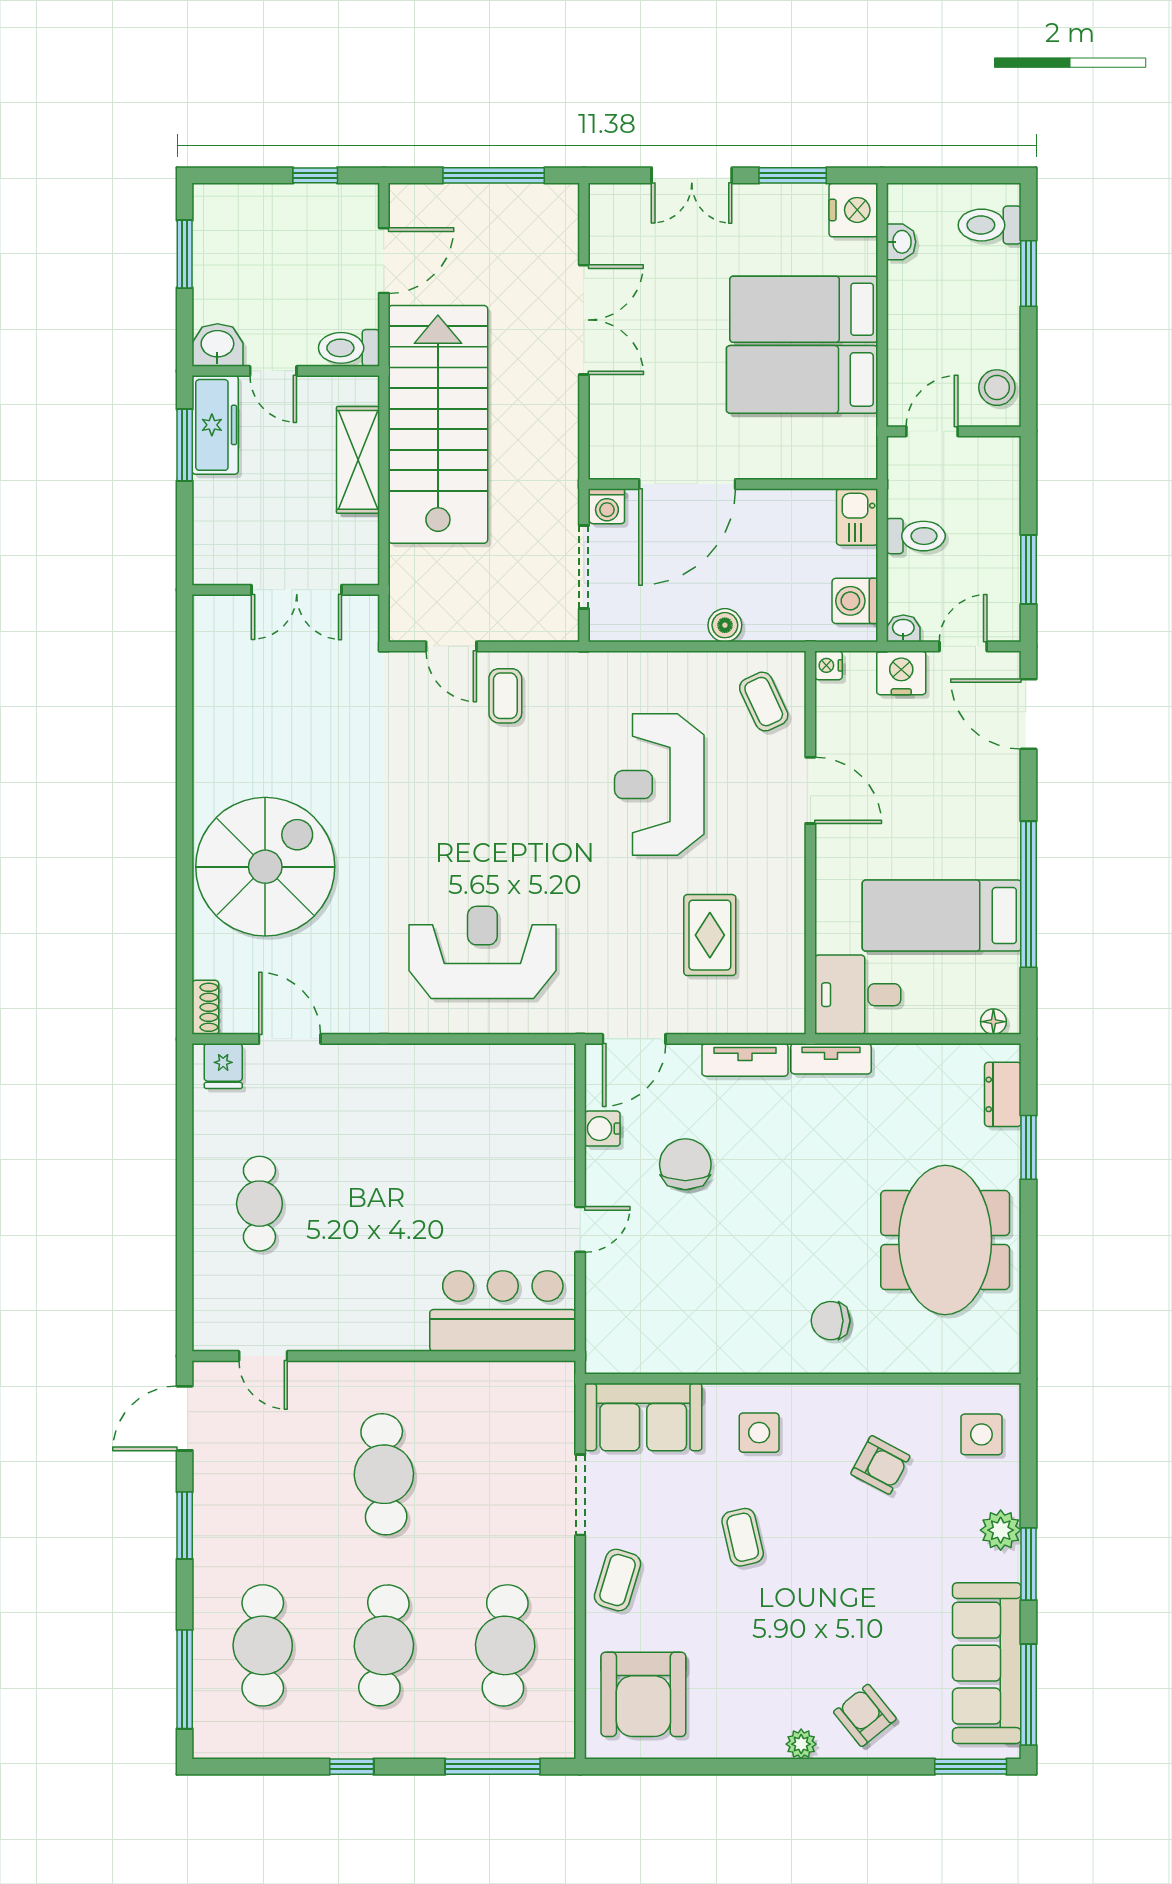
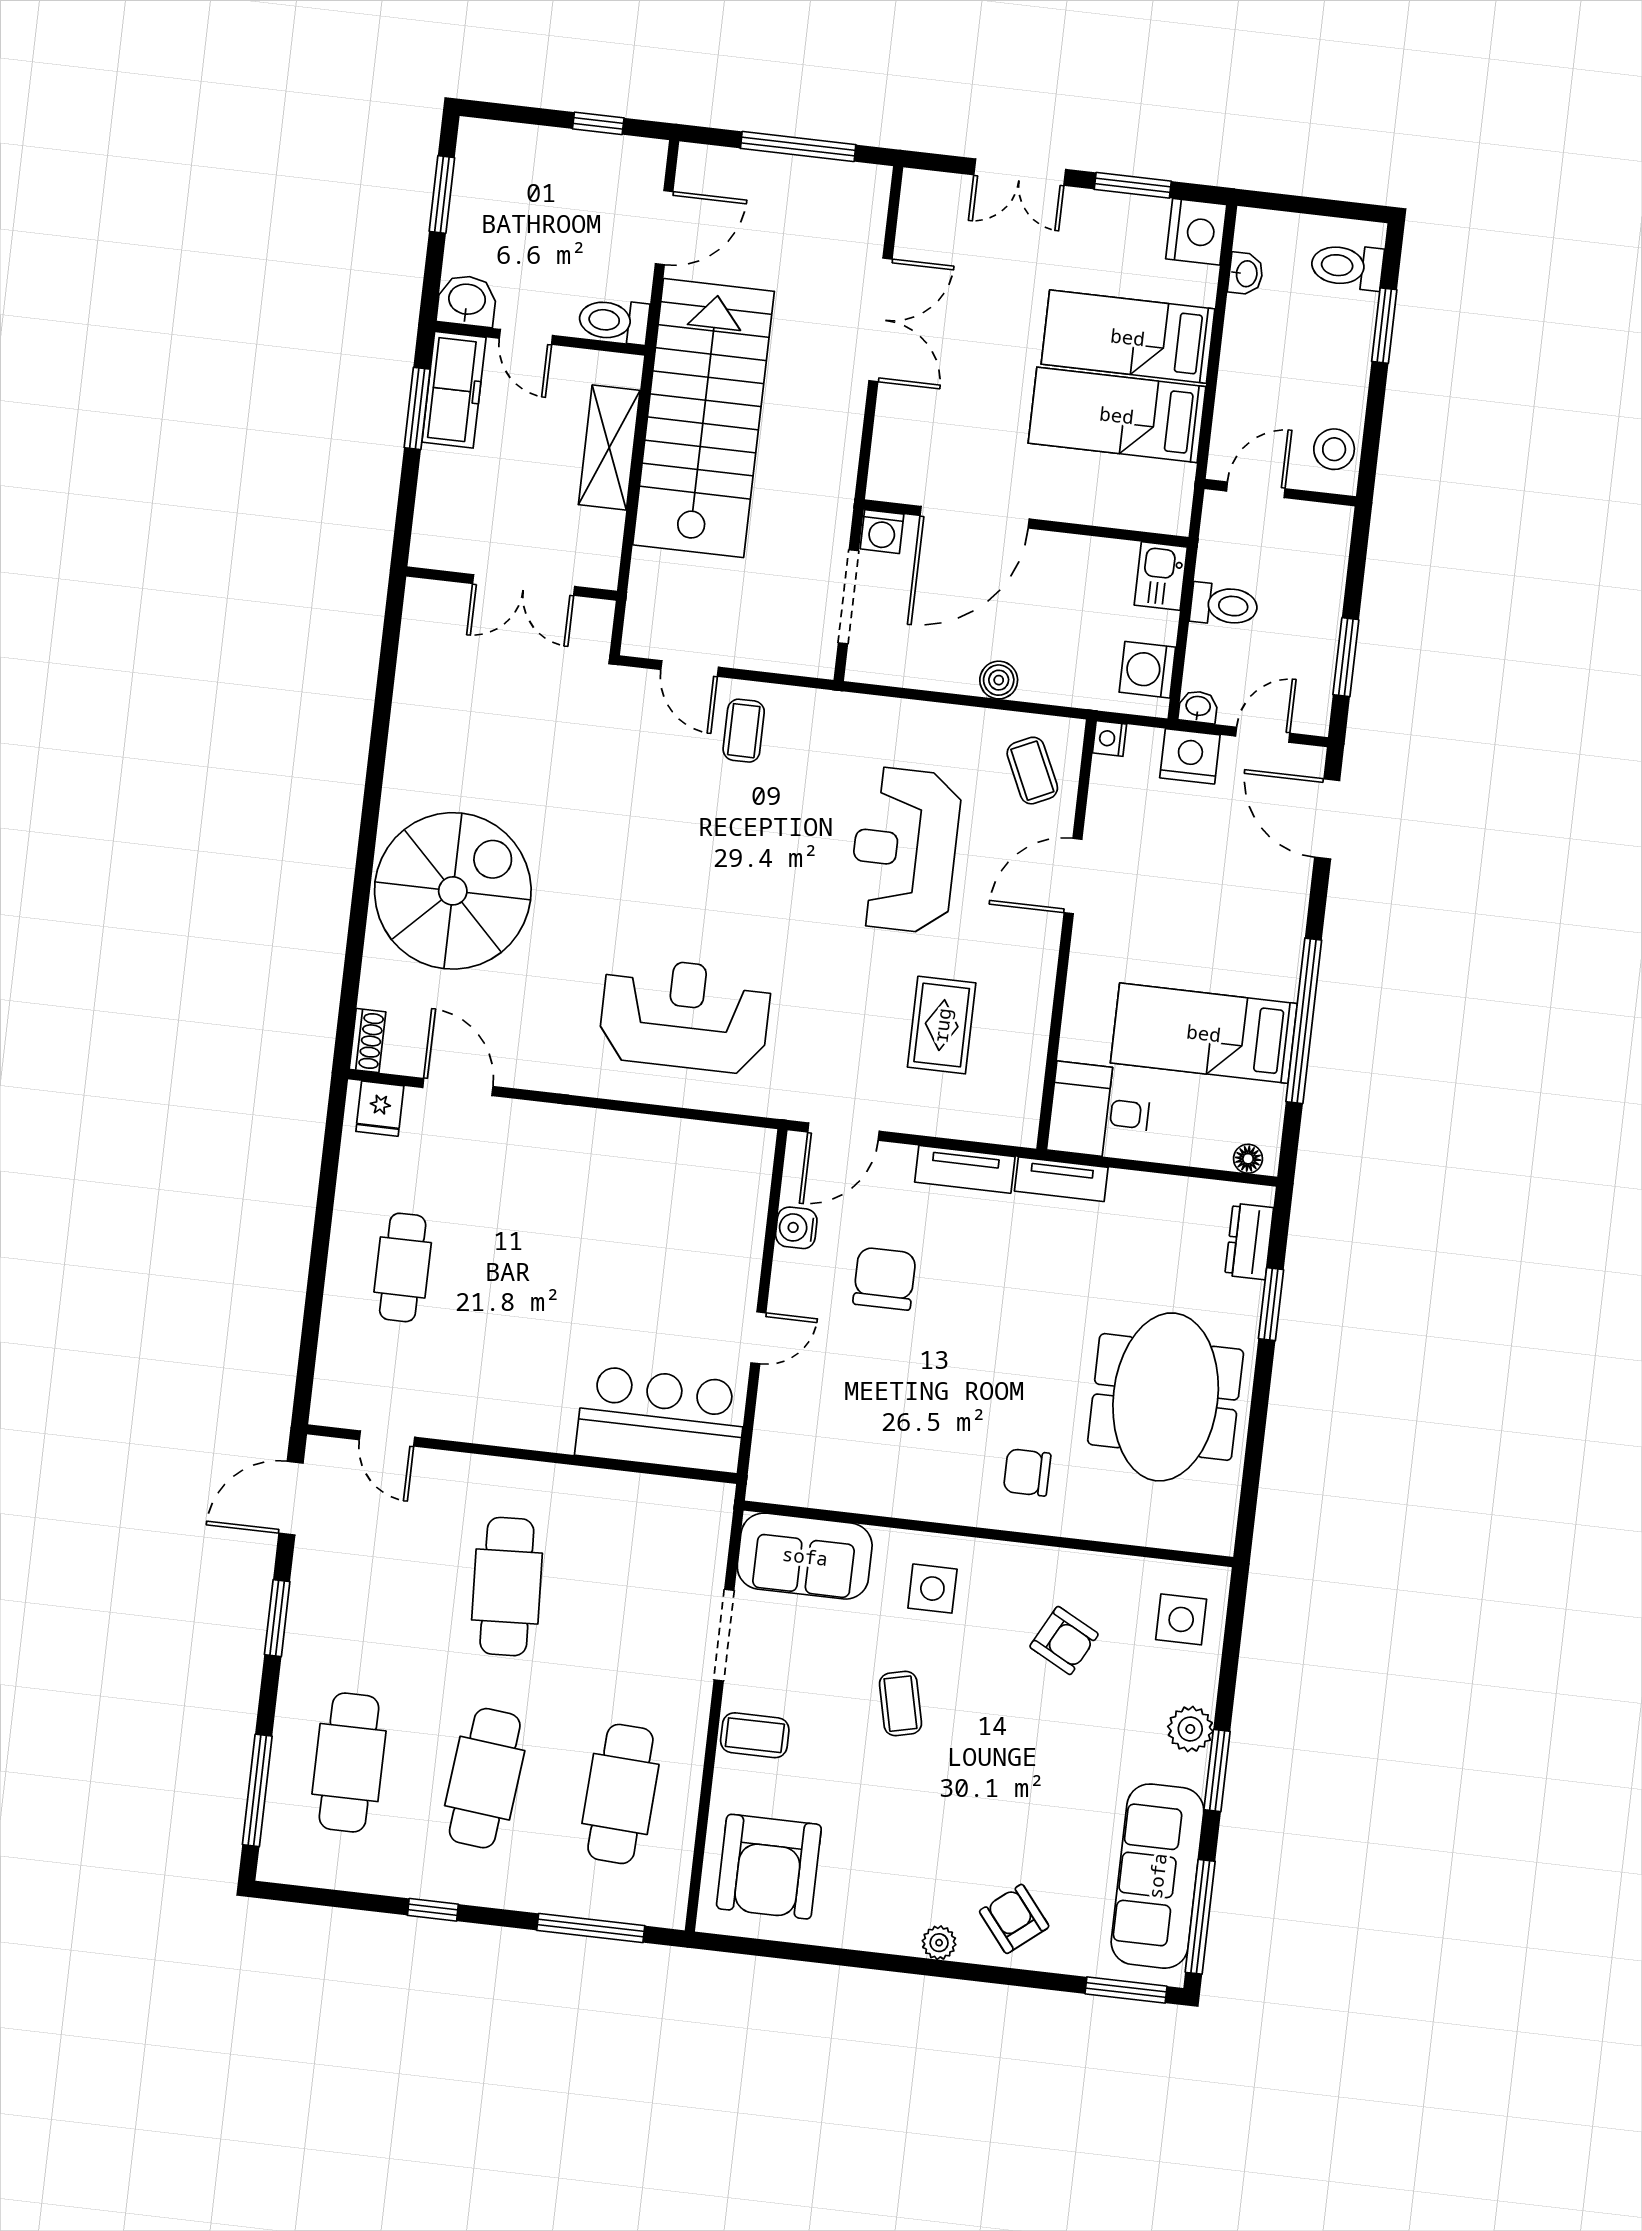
door: (810, 790) -> (1073, 876), swing flipped
coffee table: (618, 1580) -> (755, 1735), turned 73

